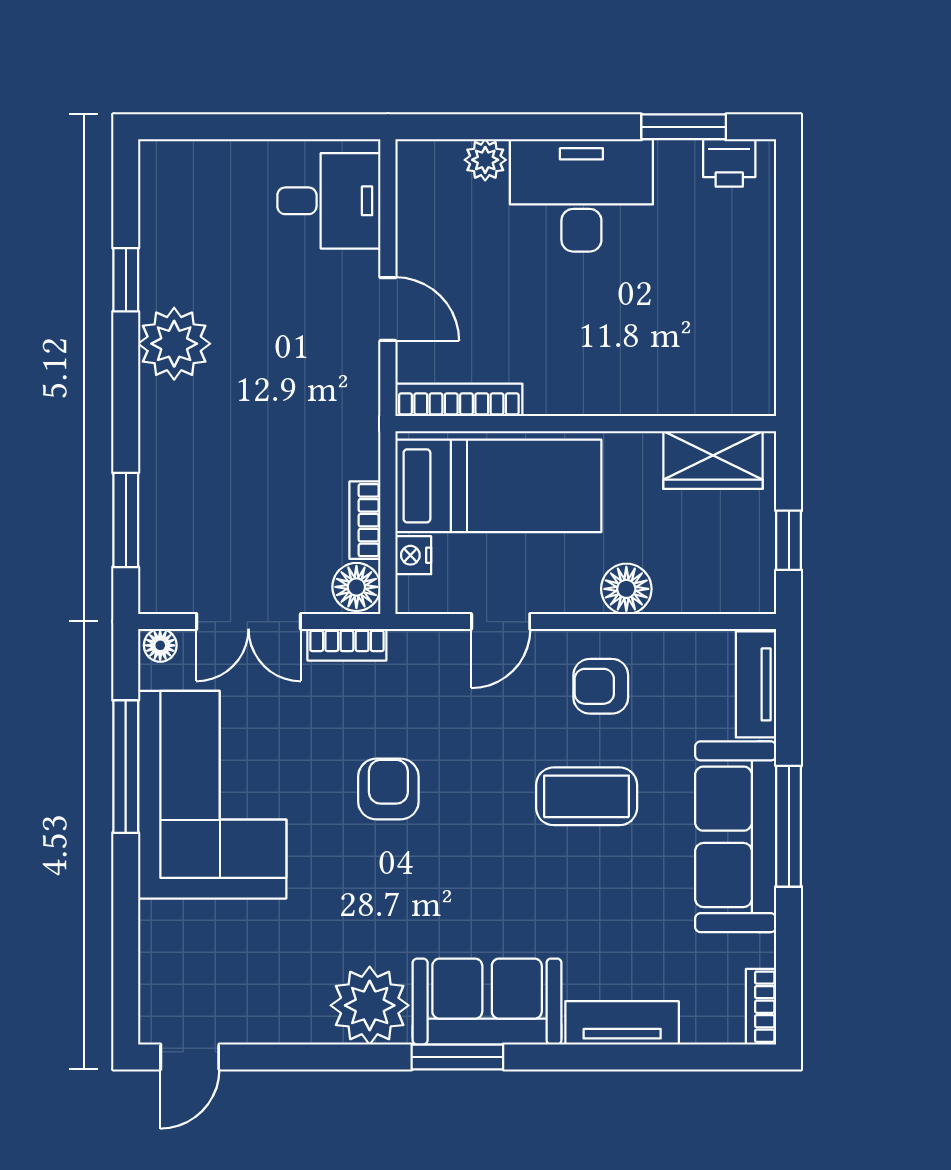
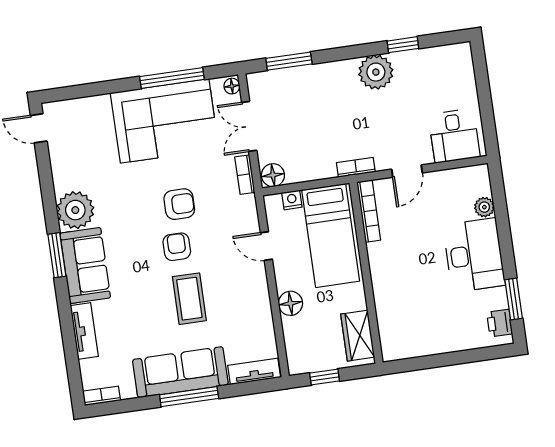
bookcase: (365, 520) -> (356, 167), moved
armchair: (601, 686) -> (177, 247), moved

